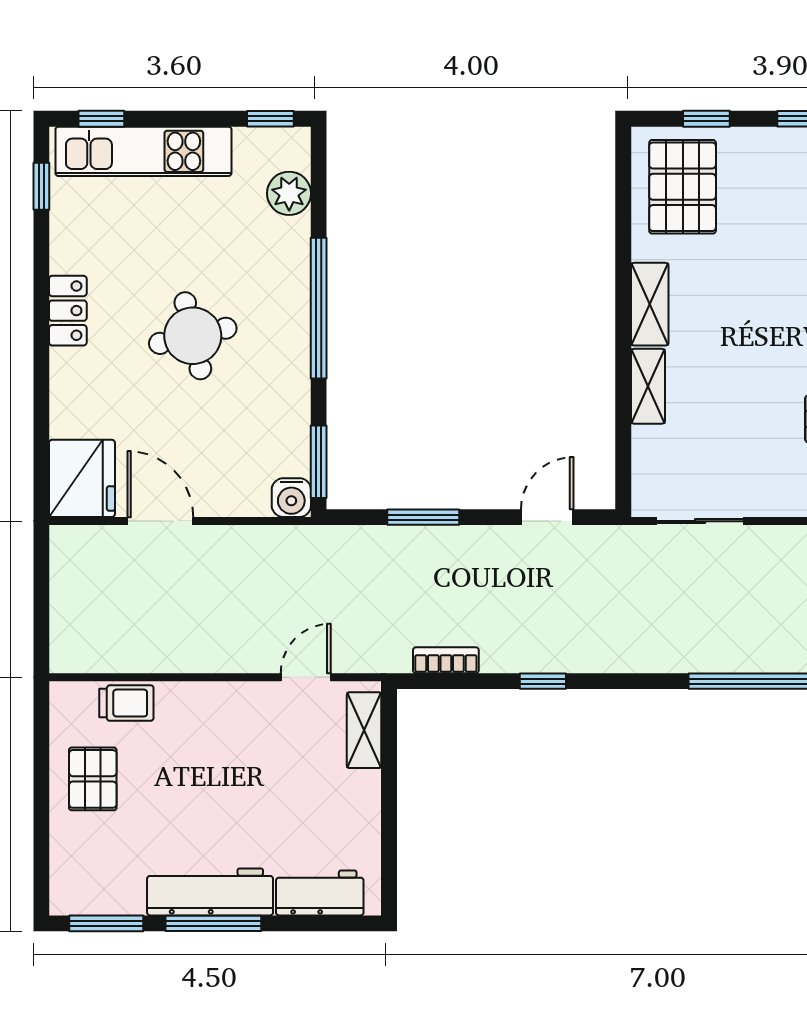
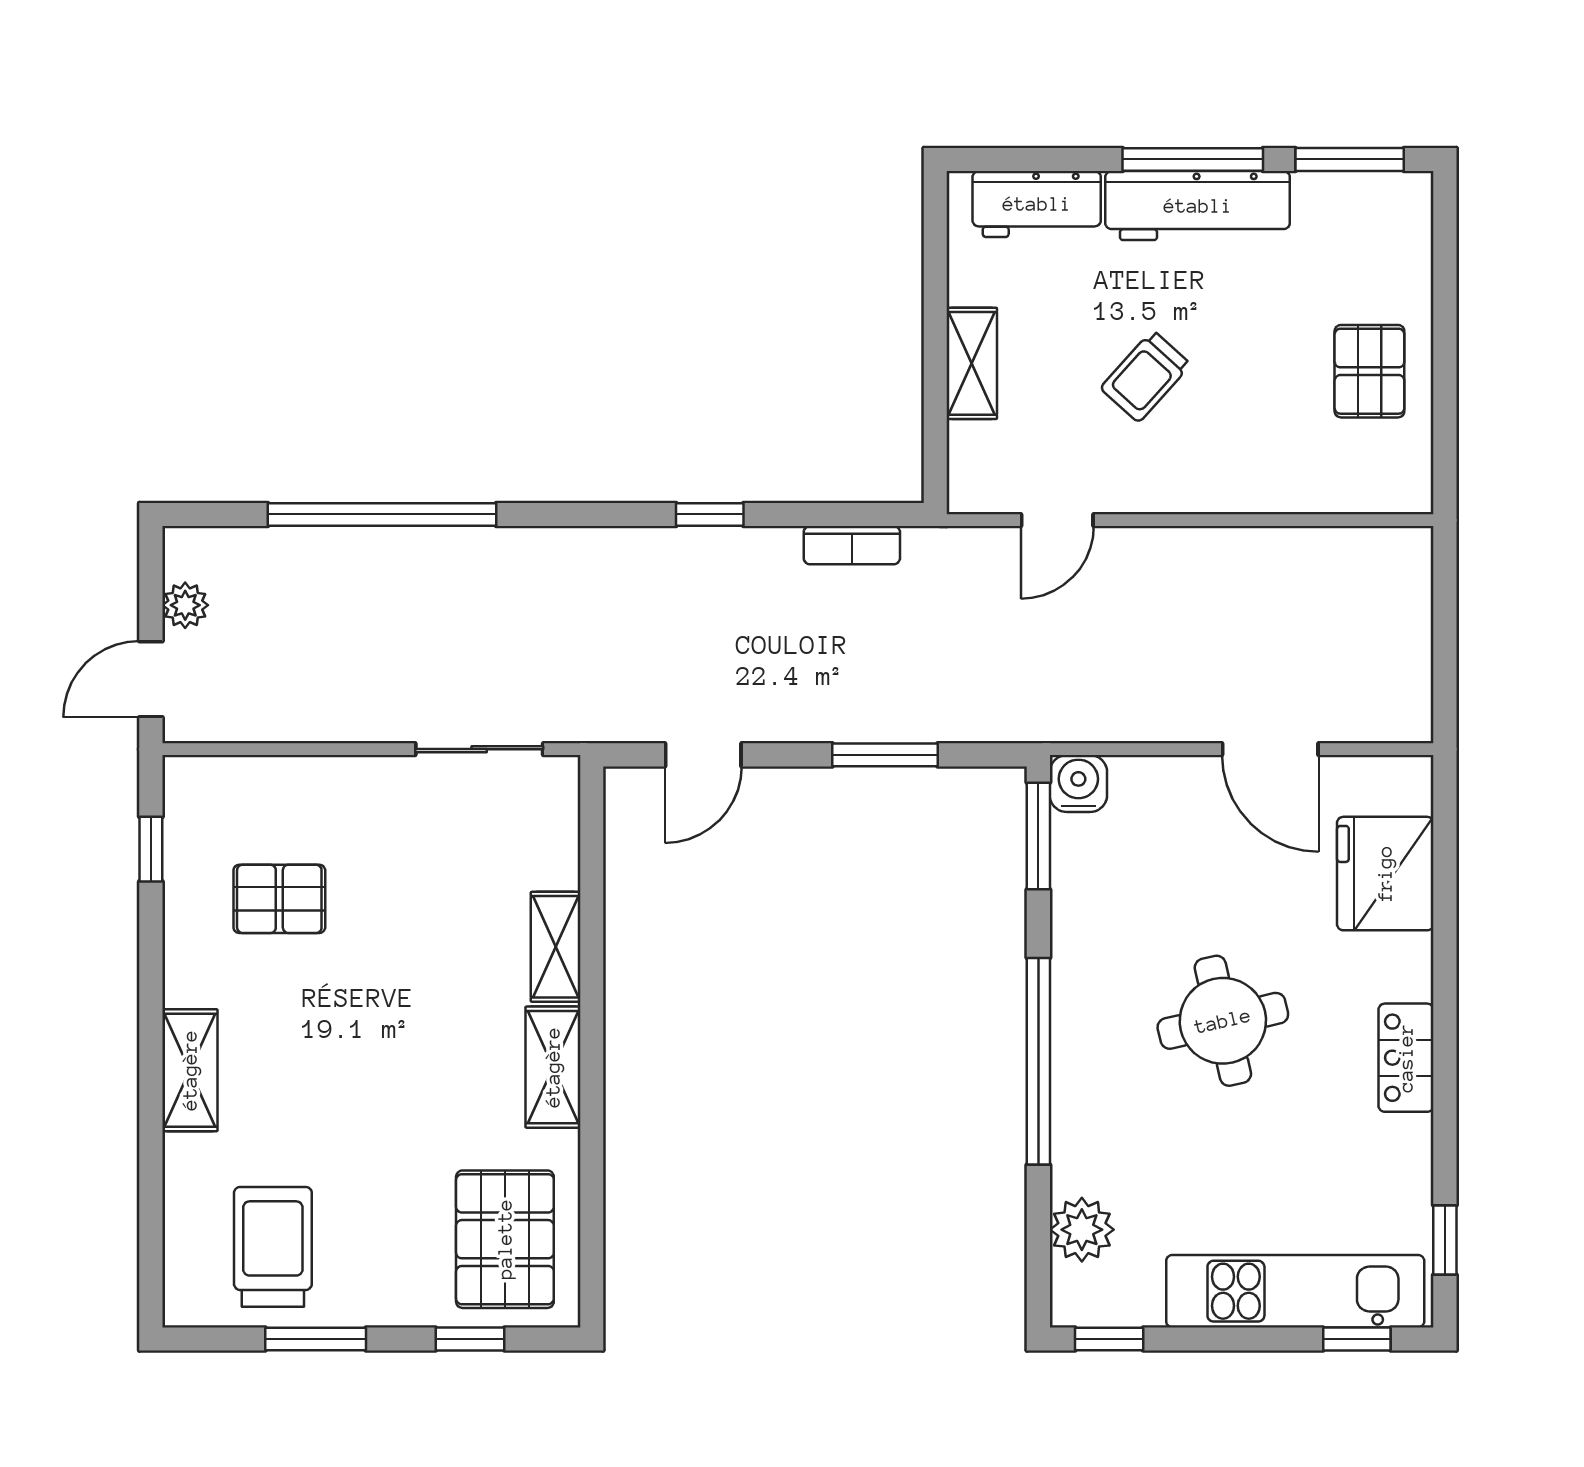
fridge: (82, 478) -> (1385, 874), moved
trolley: (126, 703) -> (1146, 376), moved, turned -48
shelving: (364, 730) -> (972, 363), moved

